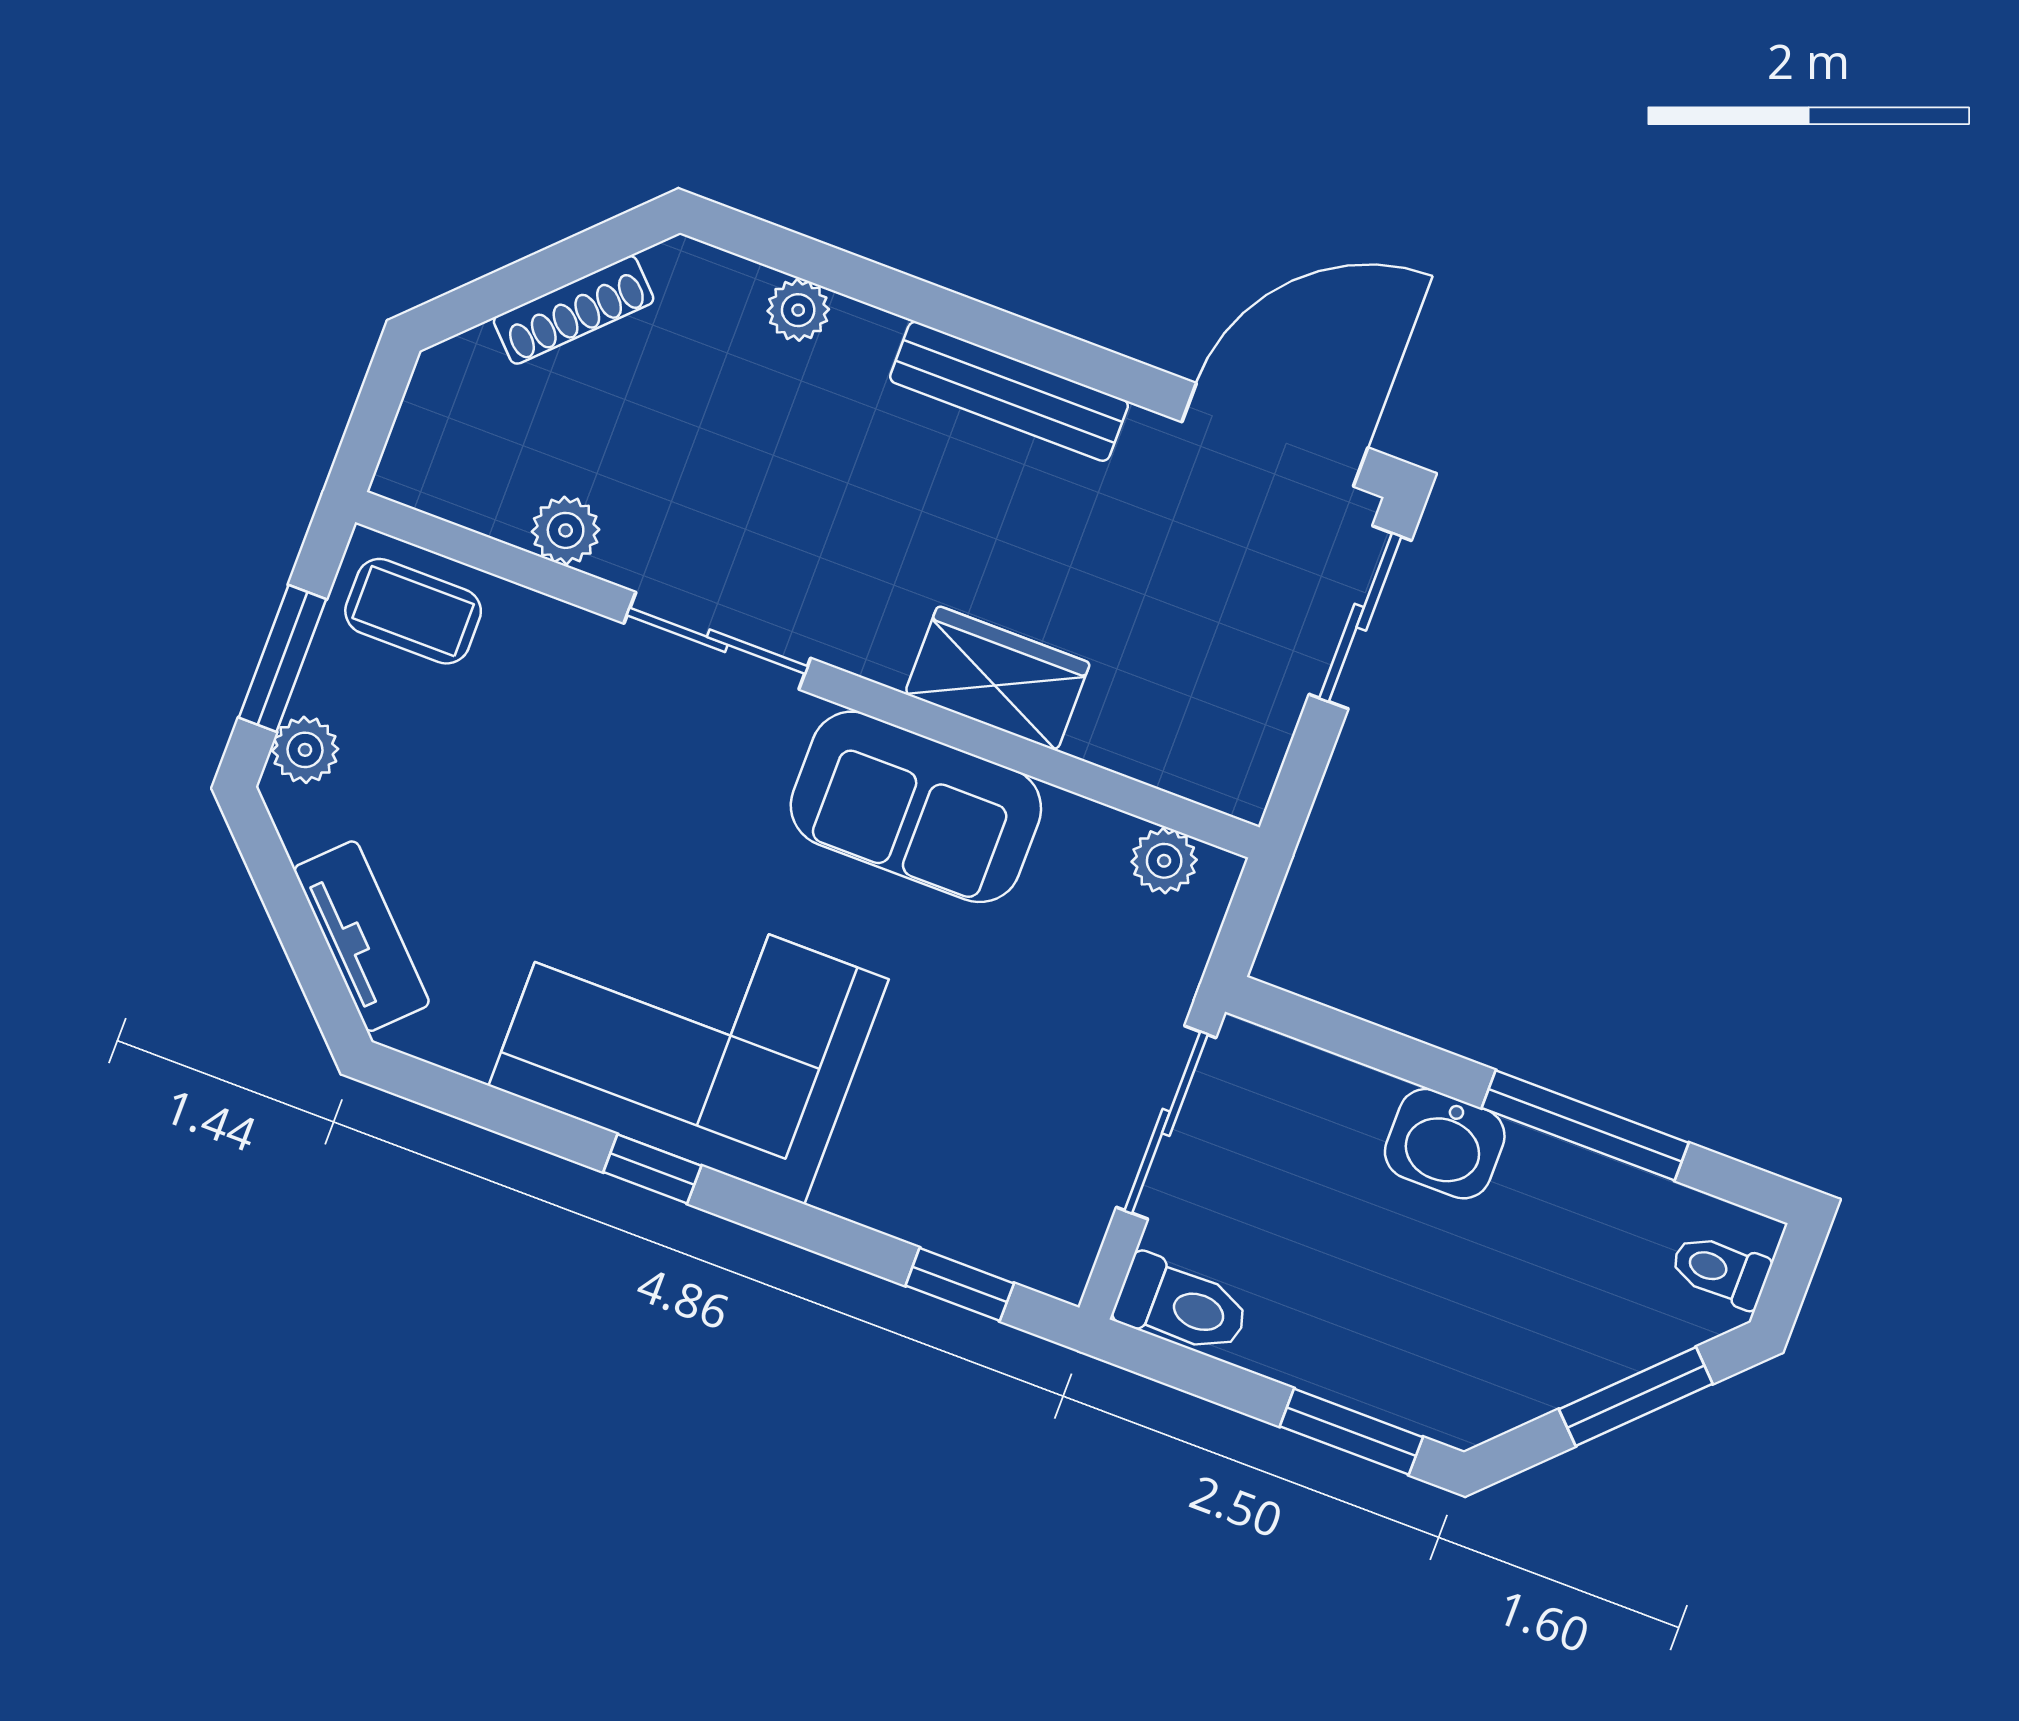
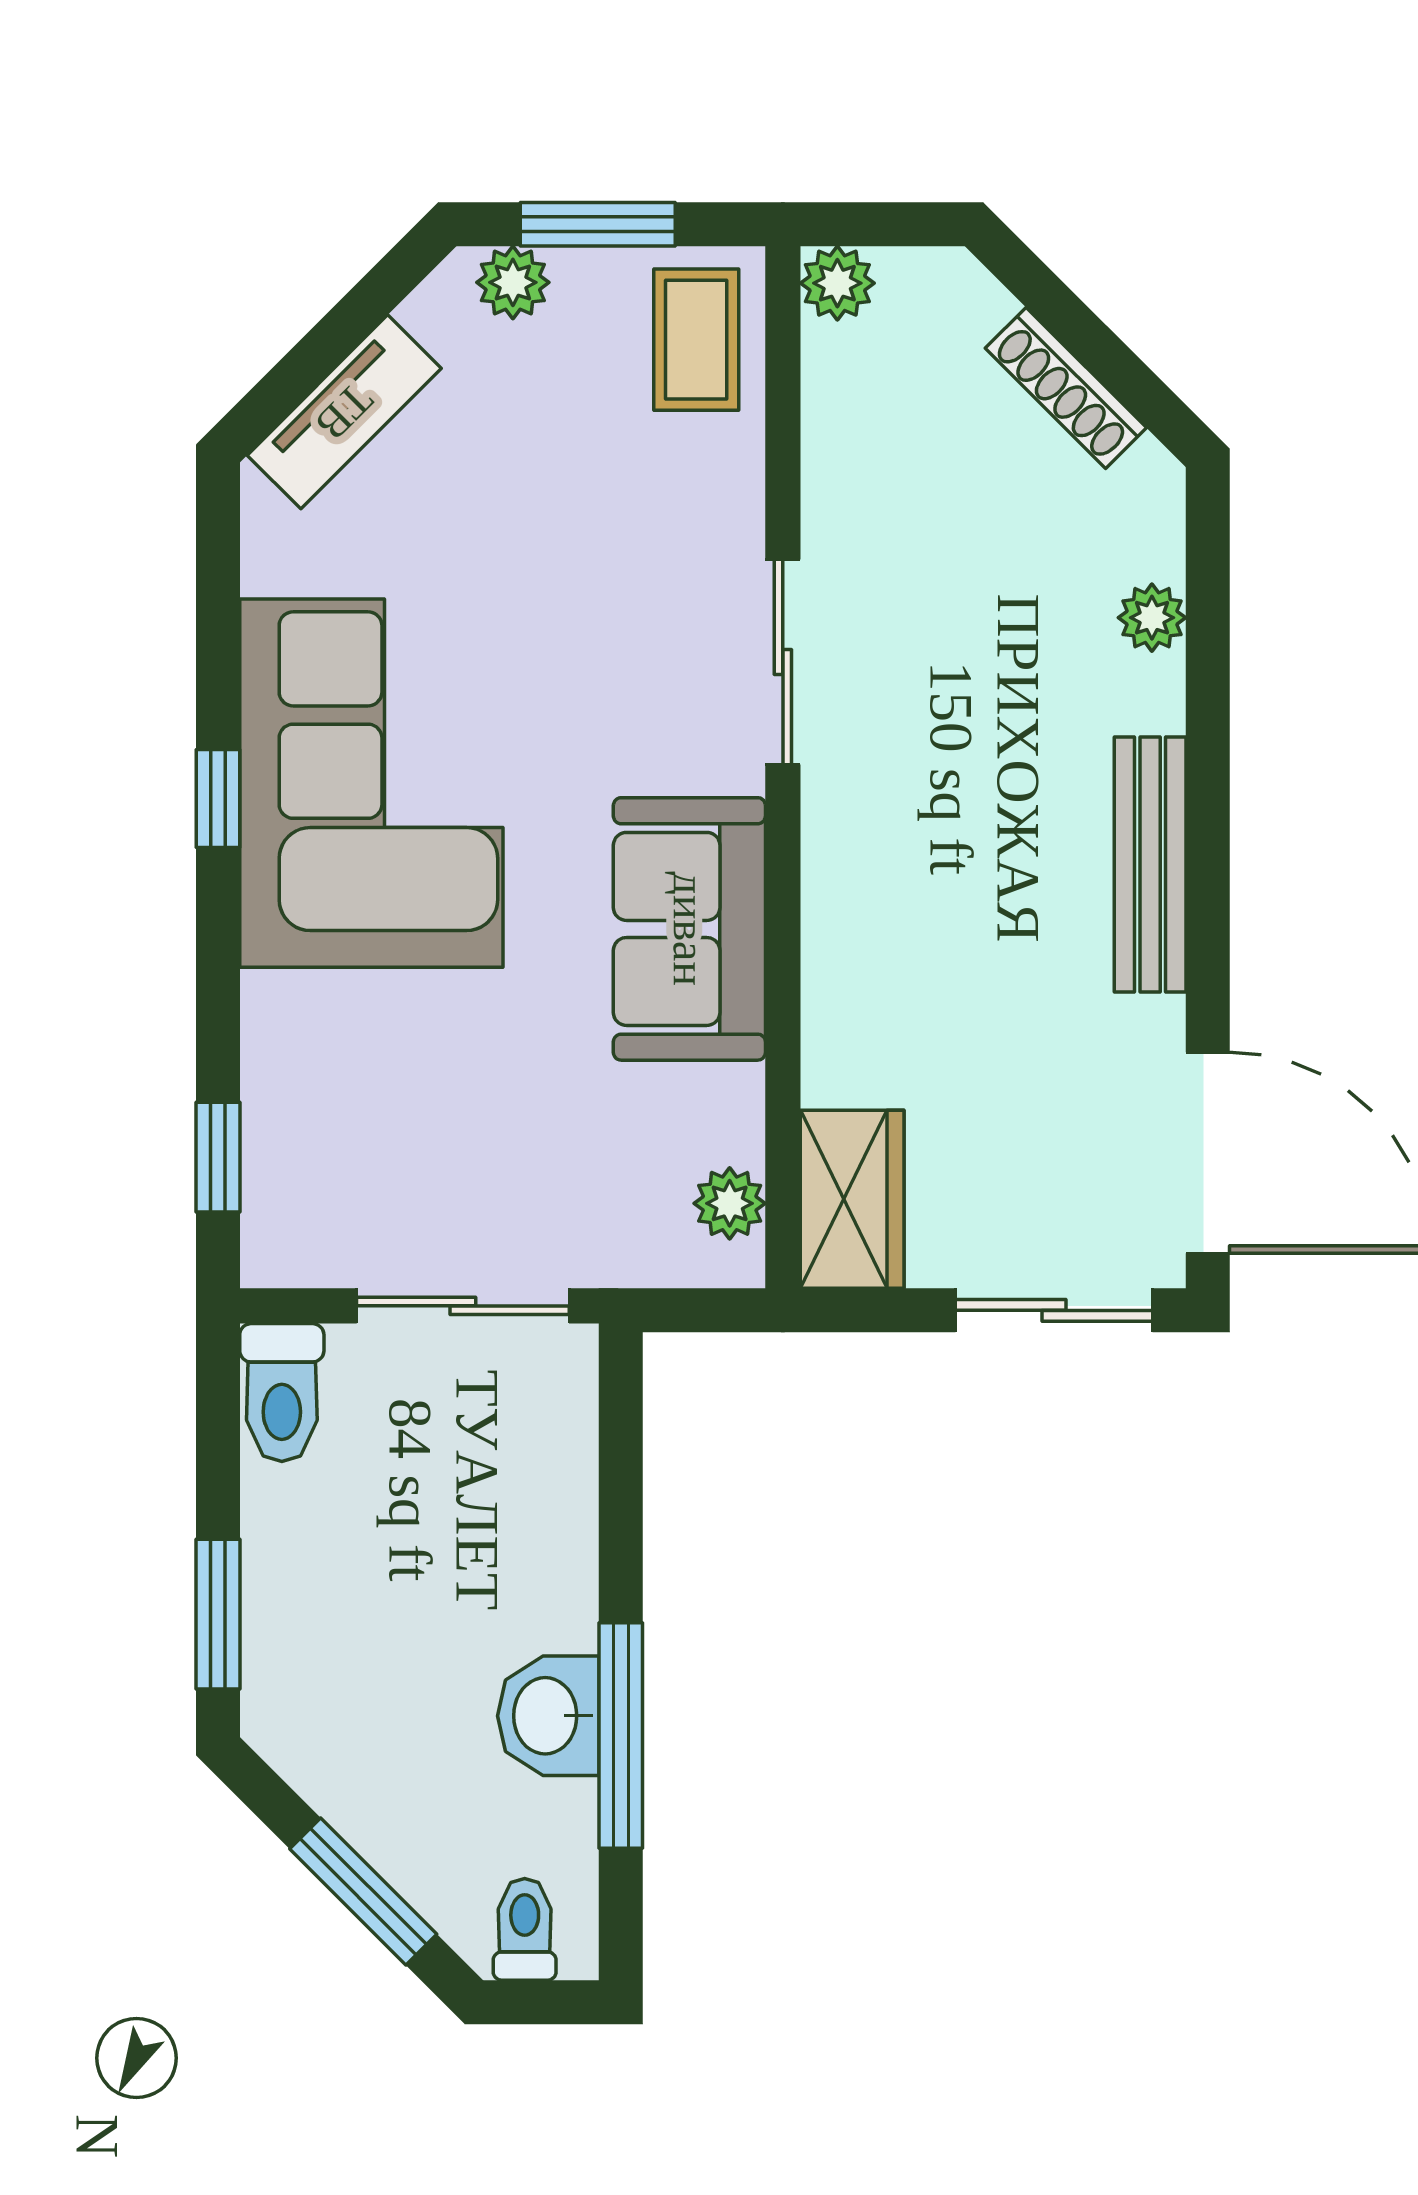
plant: (566, 530) -> (837, 283), moved
wardrobe: (997, 678) -> (852, 1199), moved
washbasin: (1445, 1144) -> (548, 1716), moved

